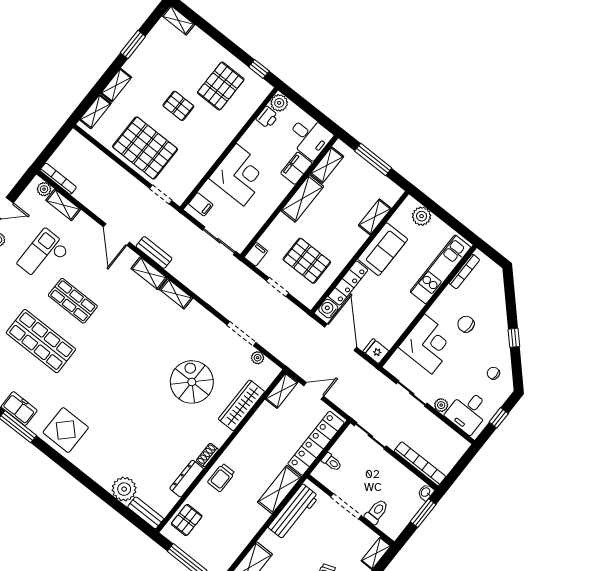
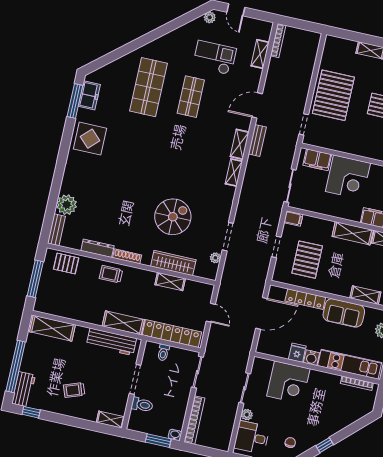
shelving: (95, 112) -> (343, 44), removed
plant: (44, 189) -> (265, 34), removed
filing cabinet: (201, 204) -> (317, 160), width x2.00
water cooler: (328, 309) -> (311, 358), moved, turned 180
chair: (466, 324) -> (317, 404), removed
fridge: (376, 351) -> (297, 353), moved
shelving: (282, 391) -> (170, 282), moved
shoe rack: (207, 455) -> (127, 256), width x1.43

